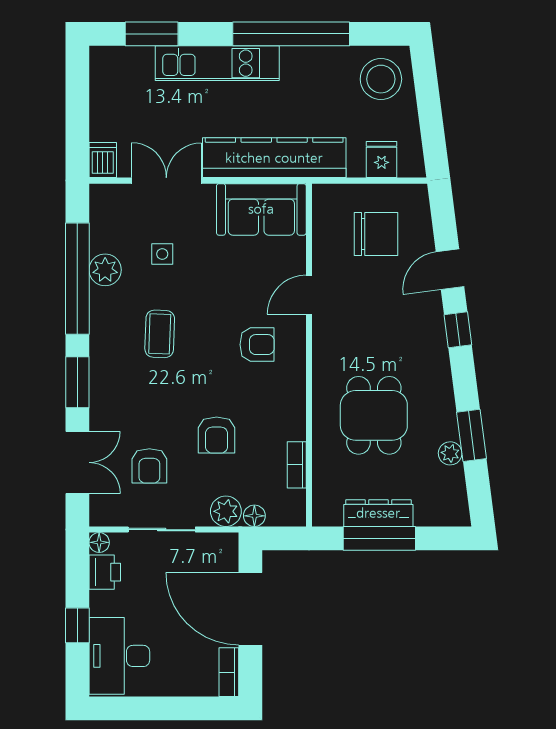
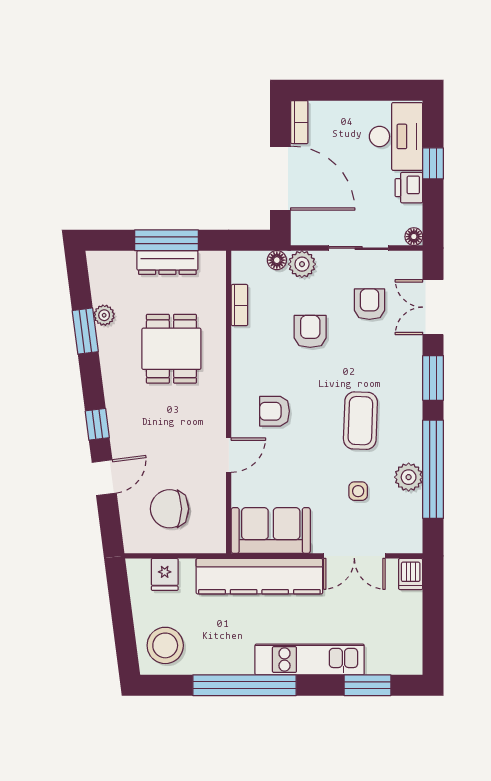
coffee table: (160, 334) -> (360, 421), width x1.36, depth x1.30
printer: (105, 572) -> (409, 188), moved

